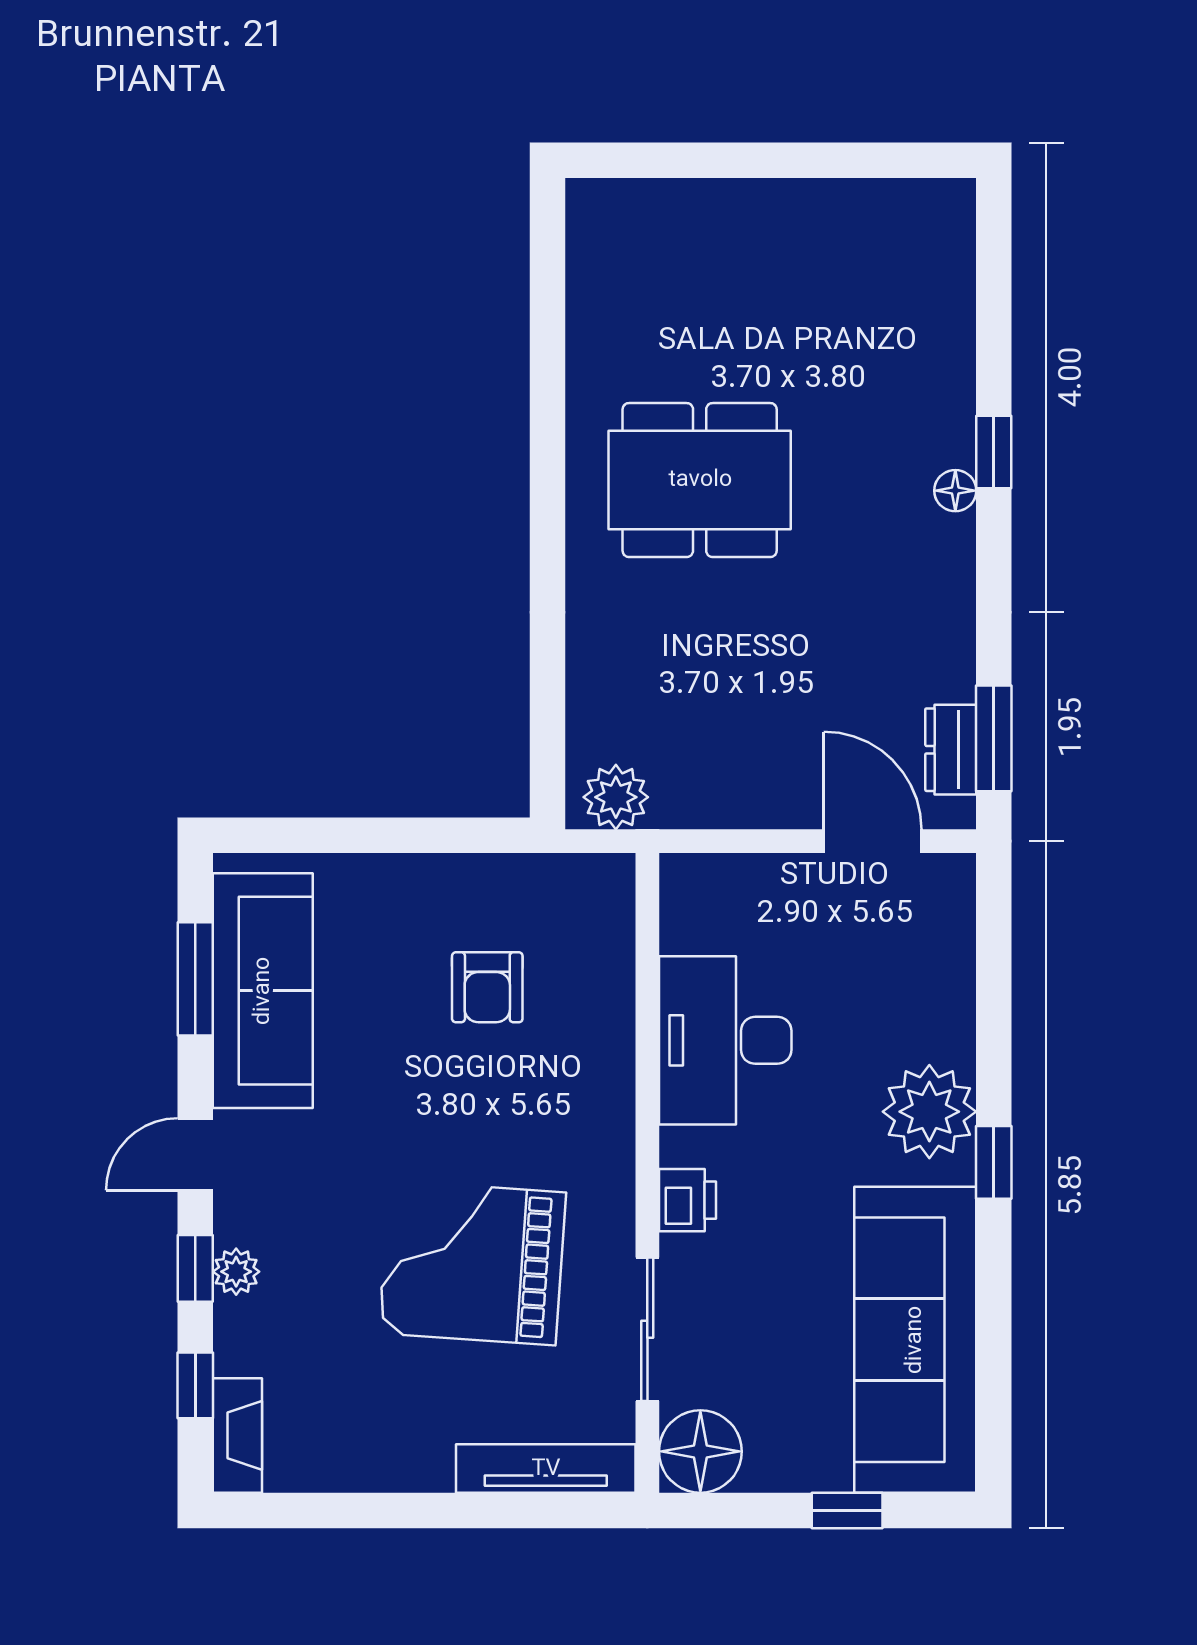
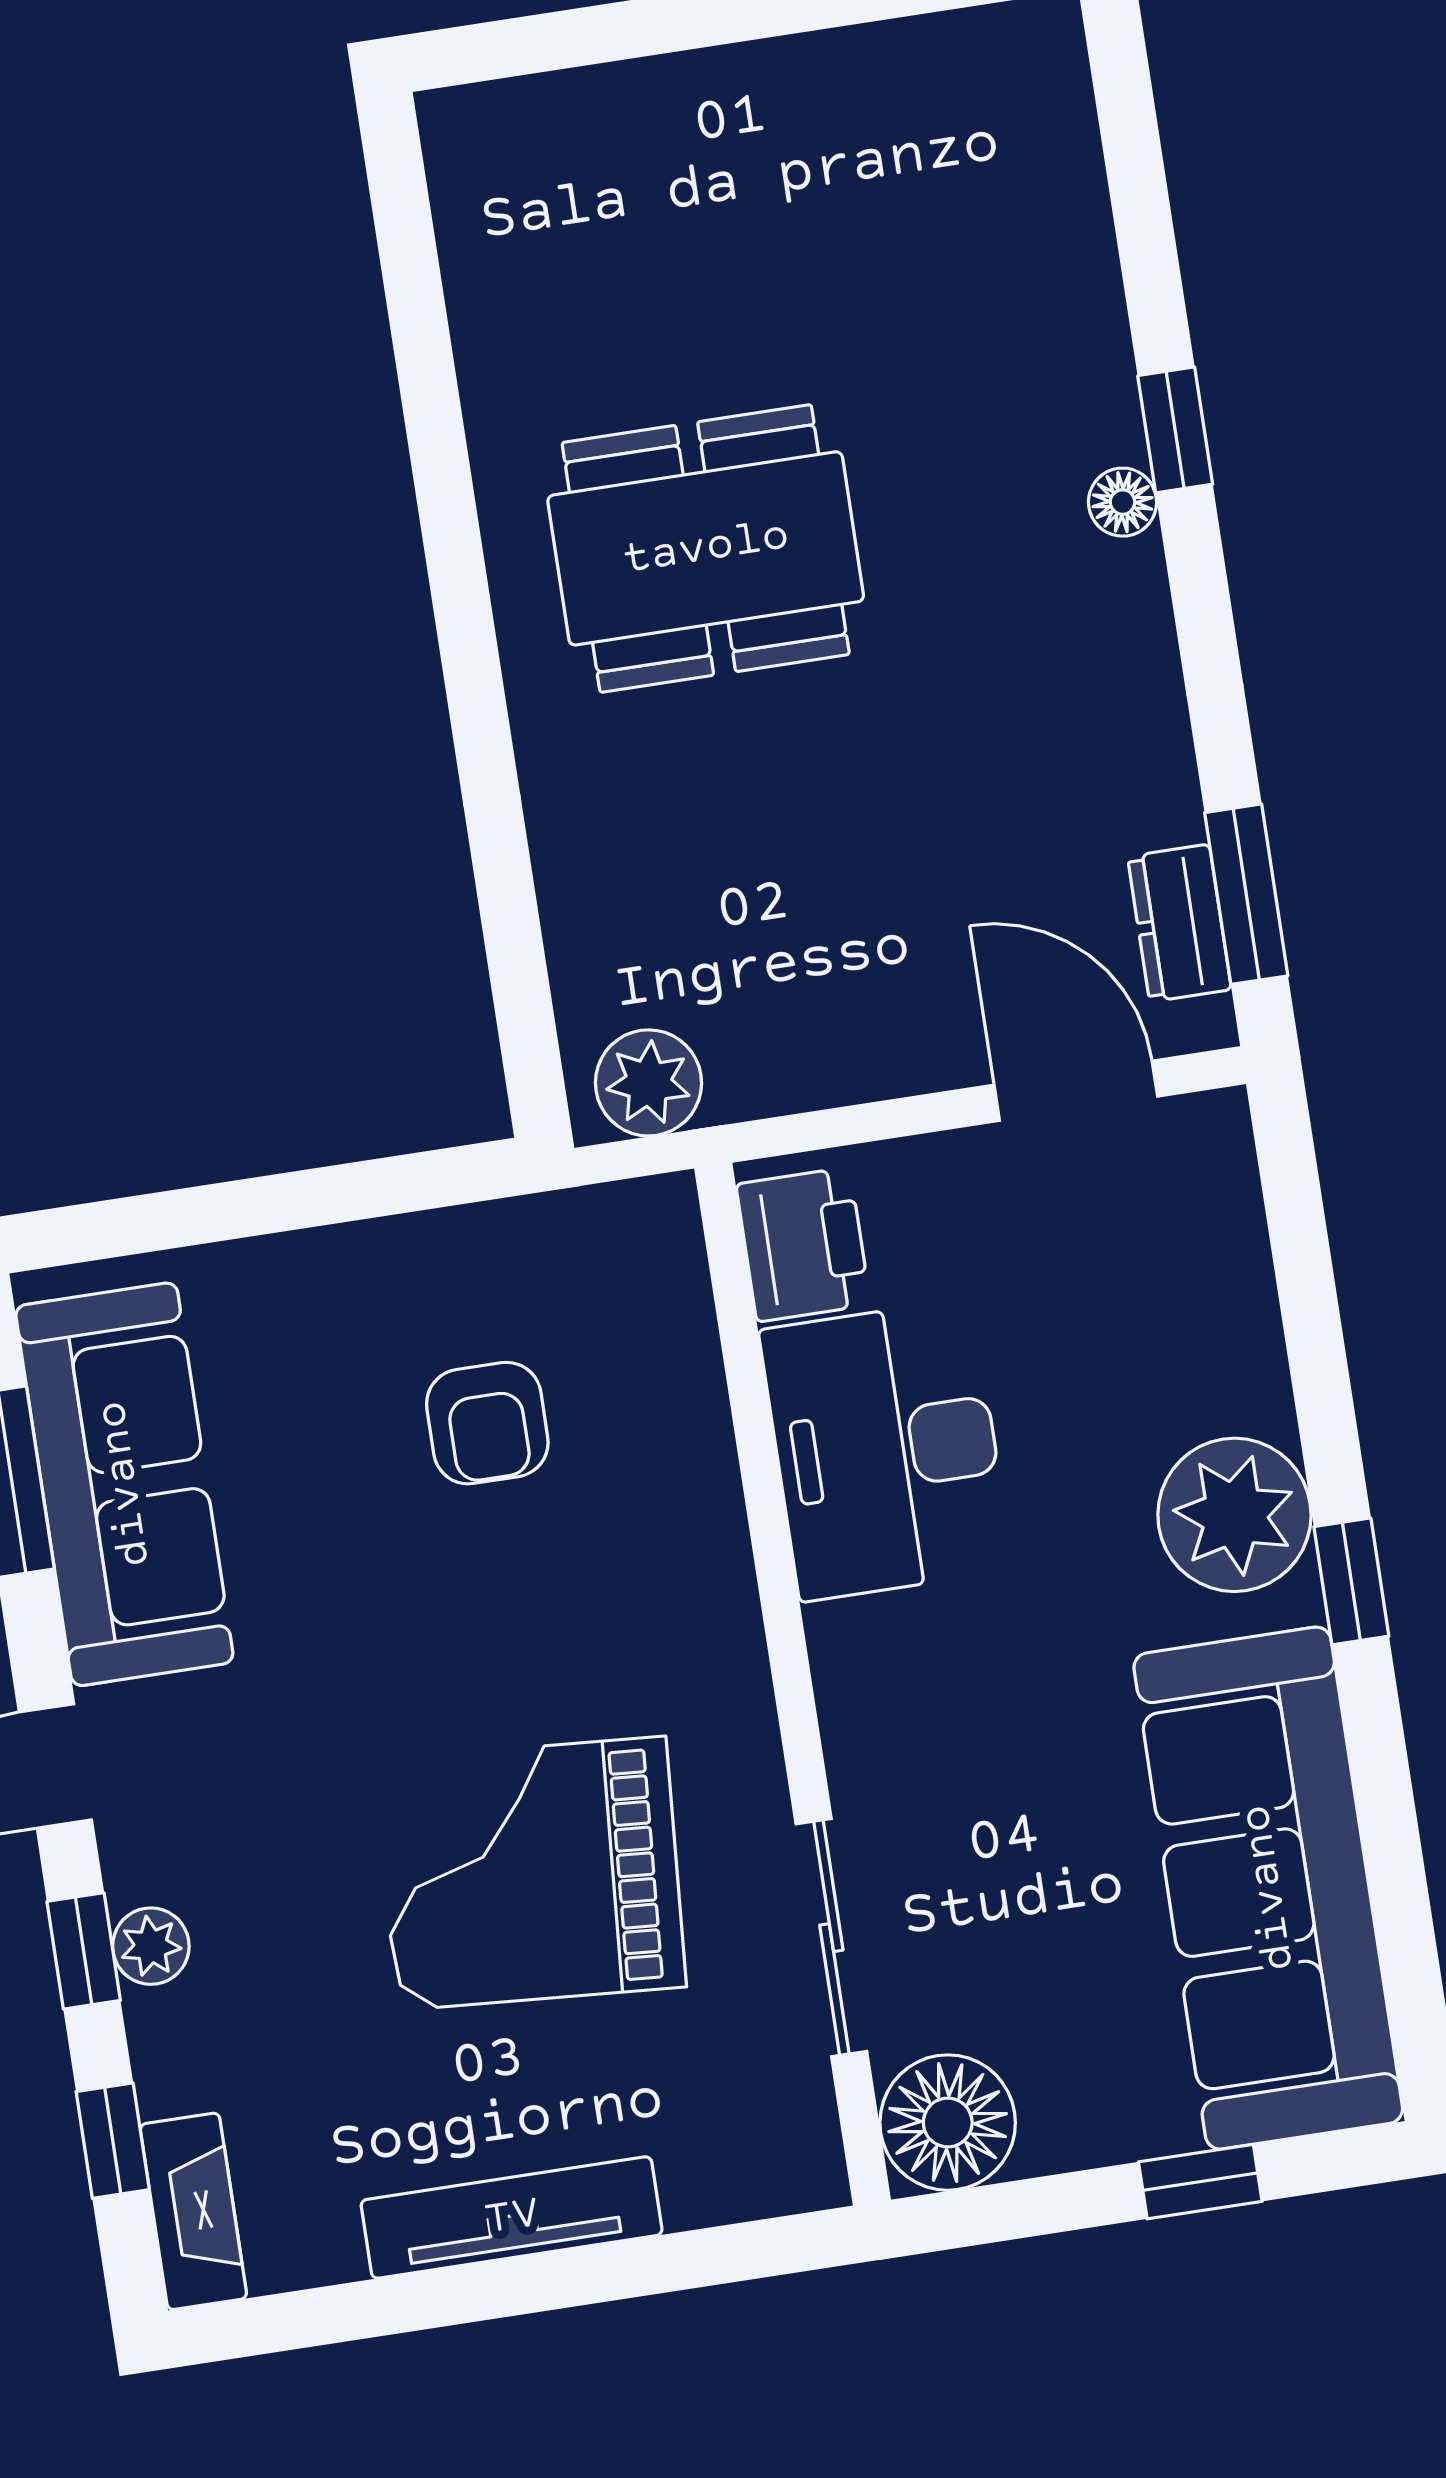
printer: (687, 1200) -> (803, 1244), moved, width x1.36, depth x1.24
tv unit: (546, 1469) -> (512, 2217), moved

